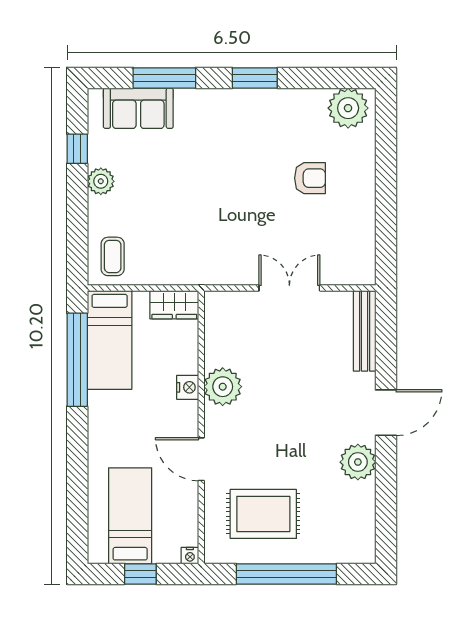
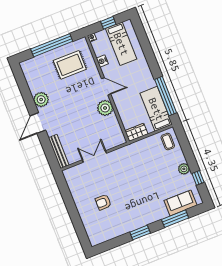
plant: (348, 108) -> (99, 235), removed
double door: (289, 288) -> (94, 156), swing flipped
nightstand: (188, 387) -> (102, 61), moved
door: (201, 459) -> (106, 86), moved

